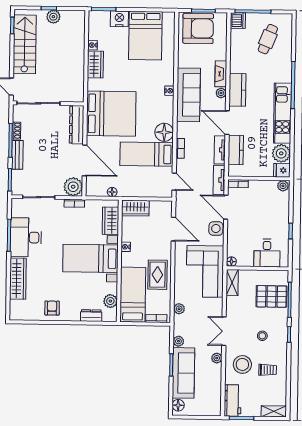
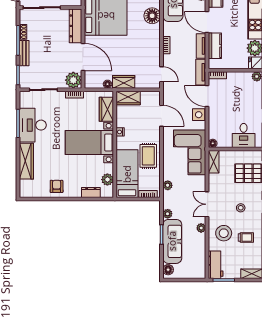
floor lamp: (164, 132) -> (152, 16), moved
bed: (147, 154) -> (137, 51), removed
wardrobe: (131, 190) -> (124, 82), added

